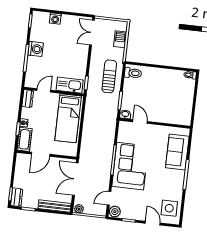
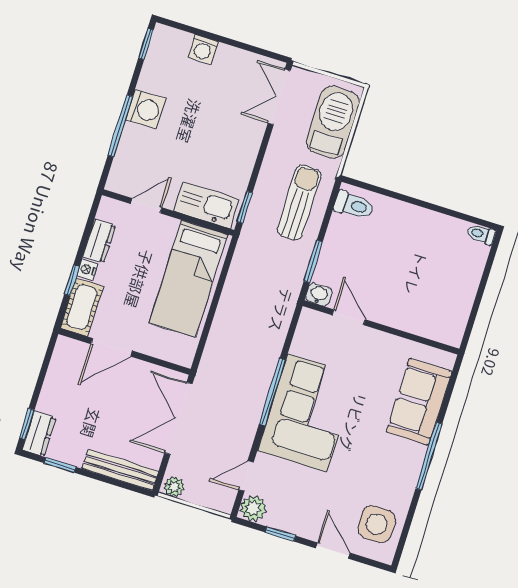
barbecue: (120, 39) -> (333, 122), width x1.88, depth x1.53
dresser: (28, 99) -> (99, 241), moved

